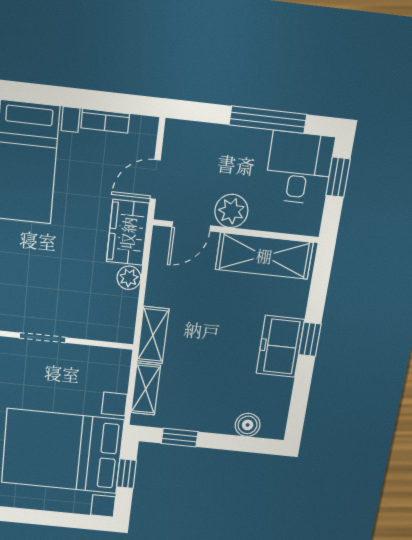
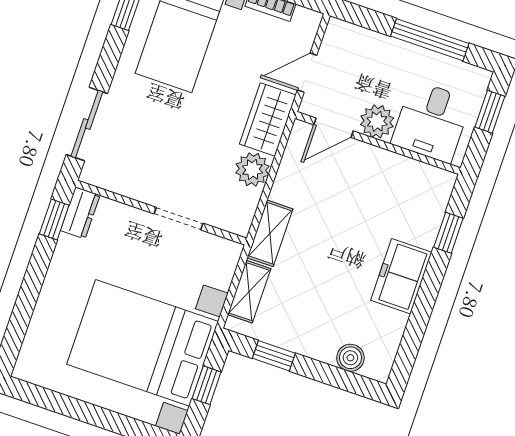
desk: (299, 168) -> (431, 122), moved, turned 180
shelving: (264, 256) -> (402, 175), removed
plant: (129, 278) -> (252, 170), width x1.38, depth x1.38
doorway: (43, 338) -> (179, 219), moved
window: (310, 339) -> (448, 233), moved

